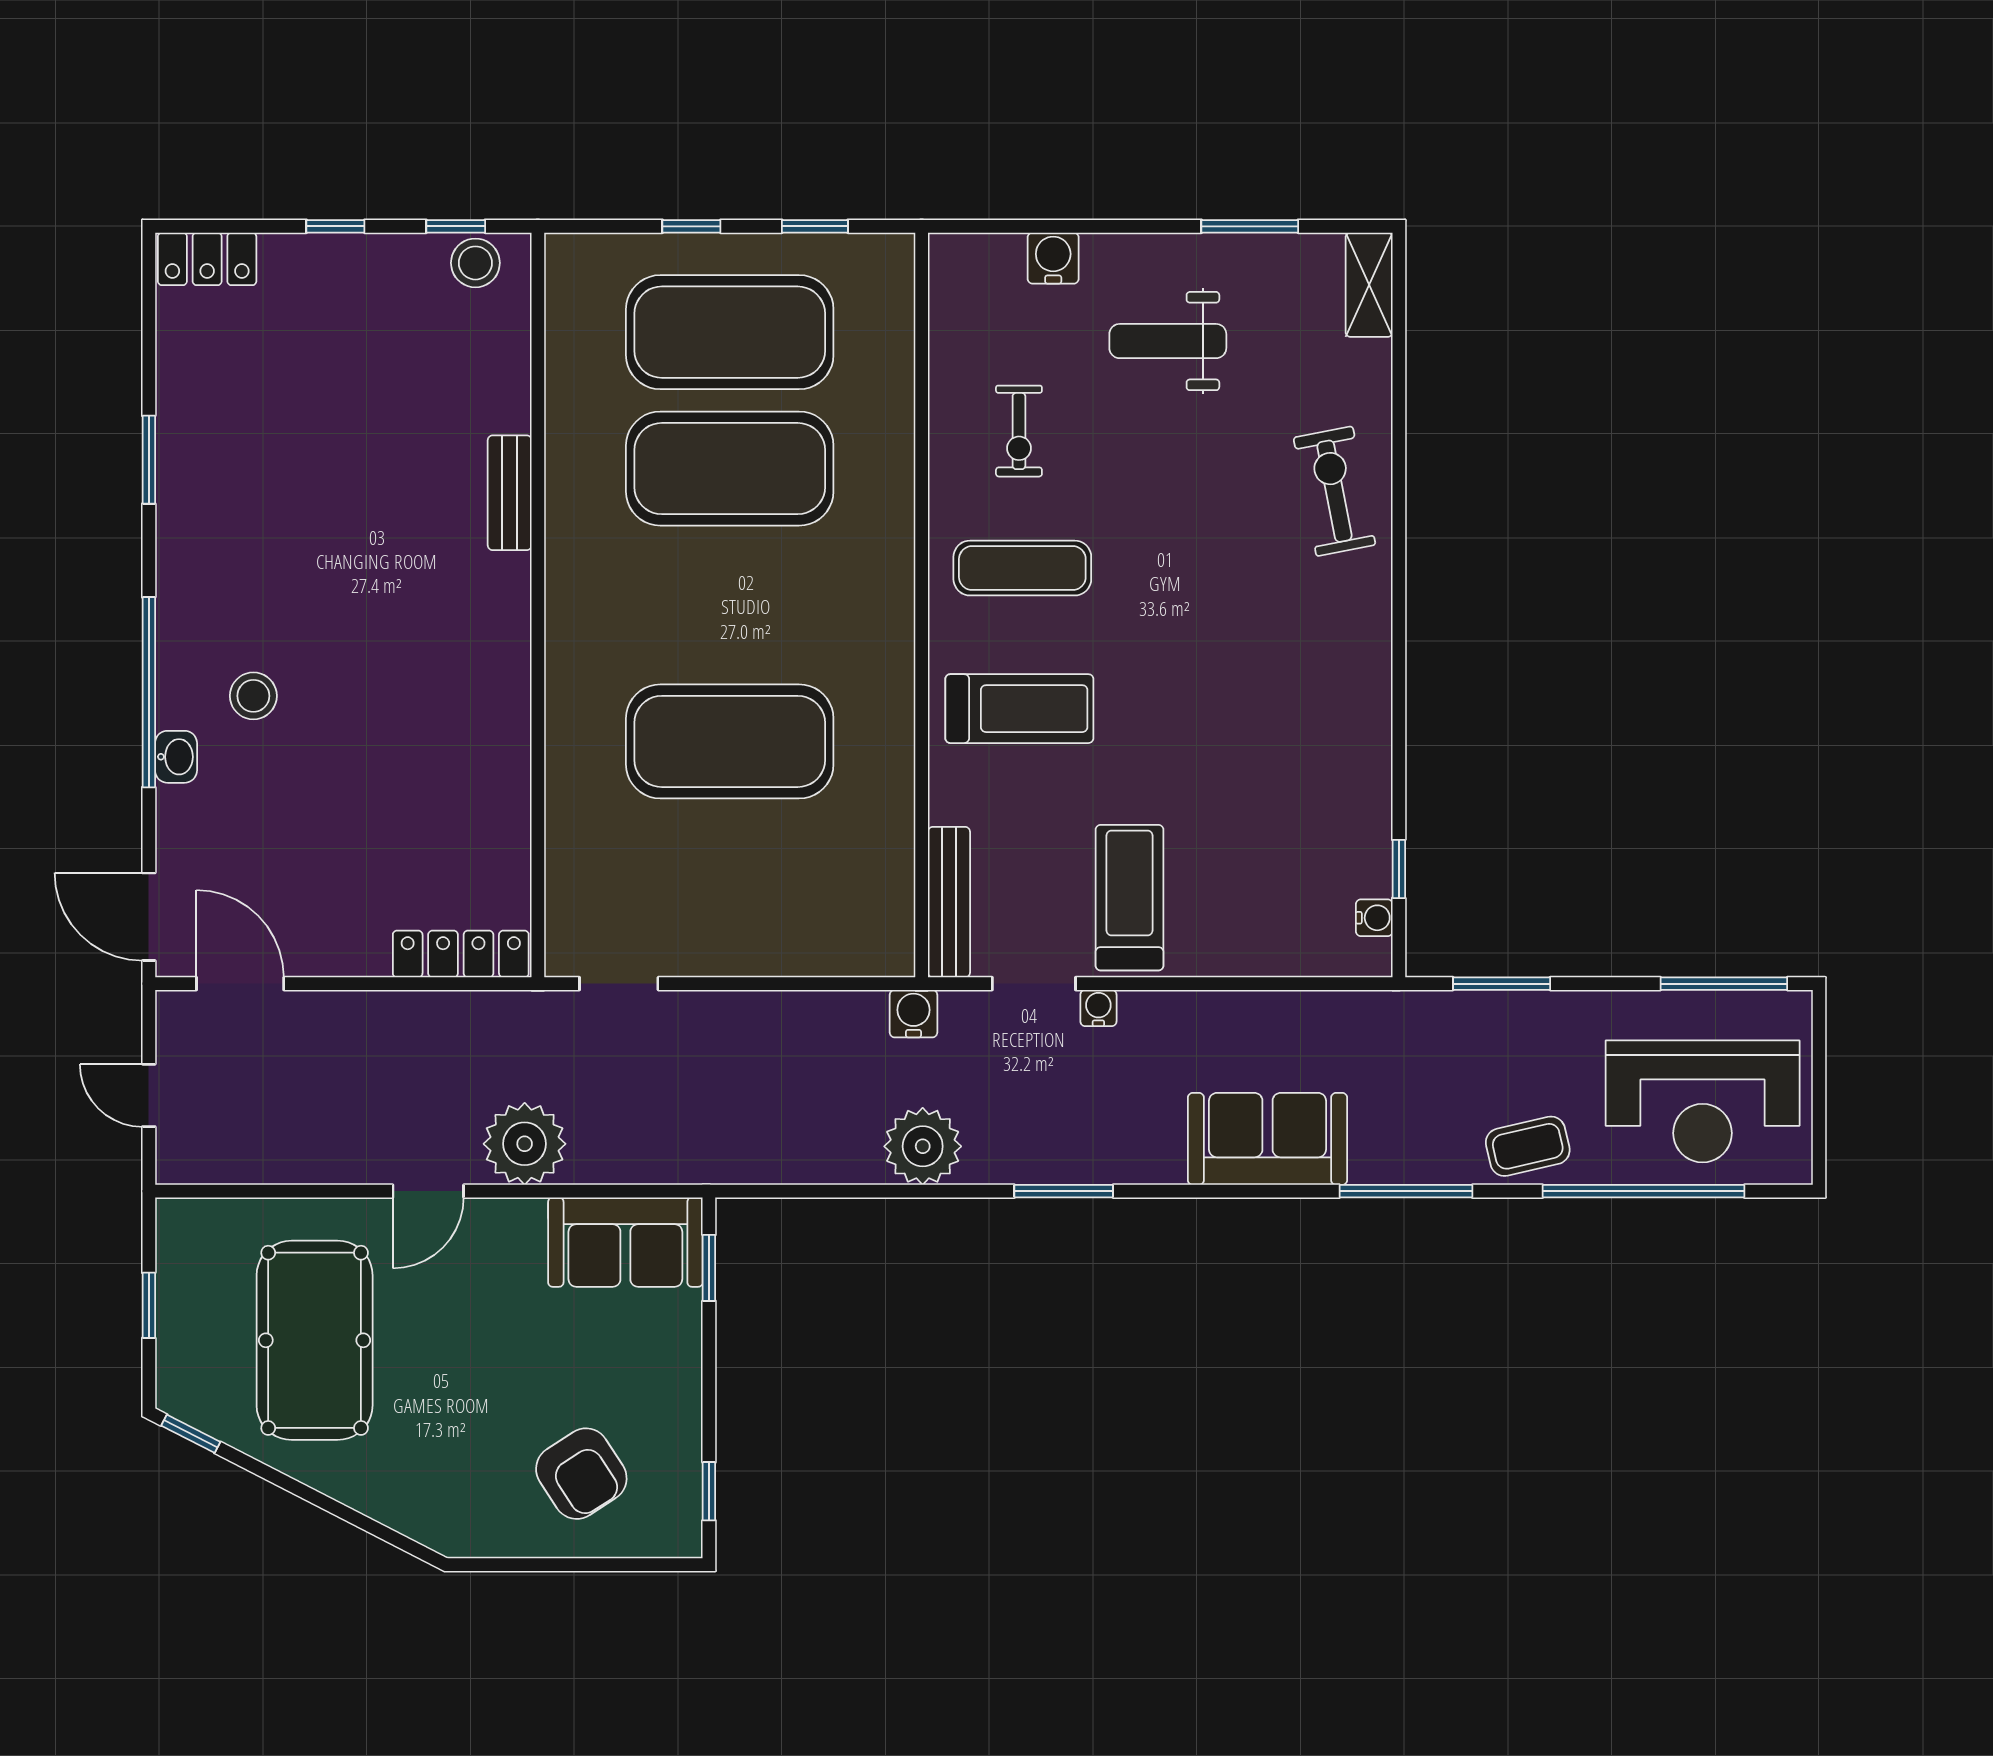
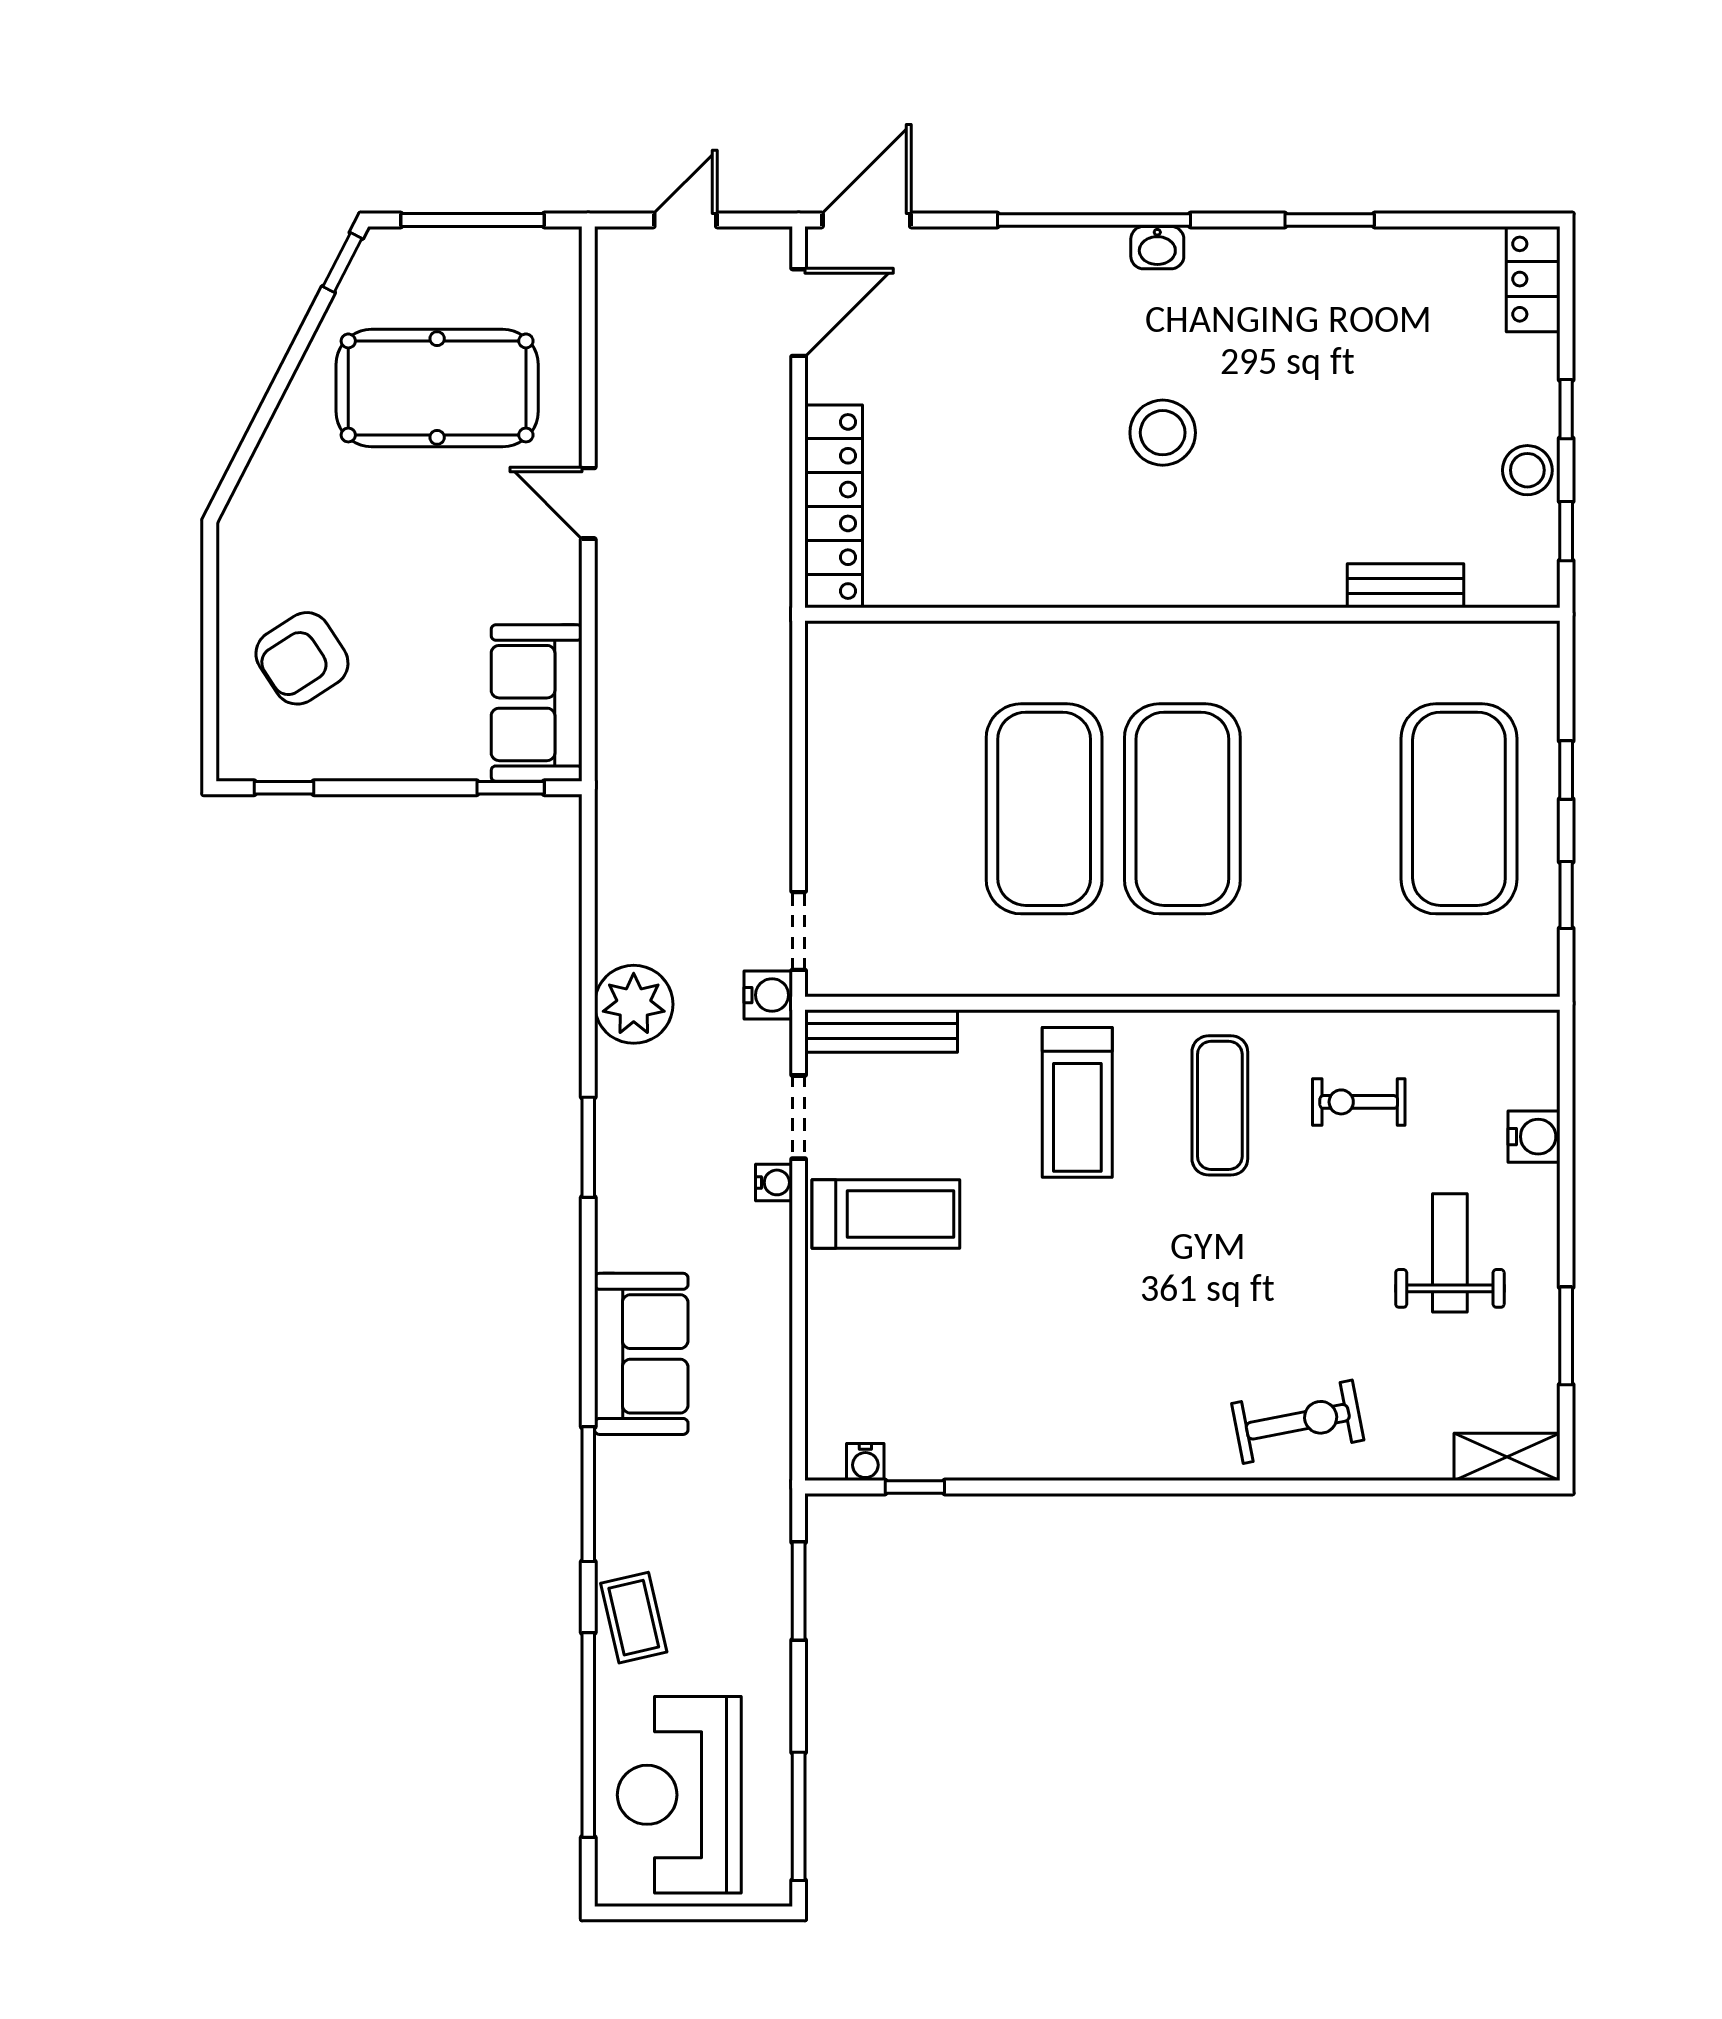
stool: (475, 263) -> (1527, 470), moved
exercise mat: (730, 469) -> (1182, 809), moved
bench: (510, 493) -> (1406, 586), moved
stool: (253, 696) -> (1163, 433), moved, width x1.38, depth x1.38
washbasin: (176, 757) -> (1157, 248), moved
locker: (461, 954) -> (834, 506), width x1.41, depth x1.21
doorway: (619, 984) -> (799, 931), moved
plant: (525, 1144) -> (636, 601), removed
window: (149, 1305) -> (473, 220), width x2.17

